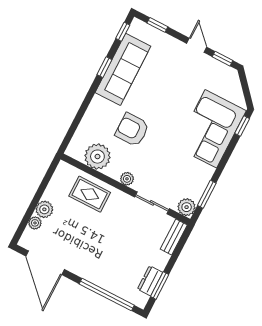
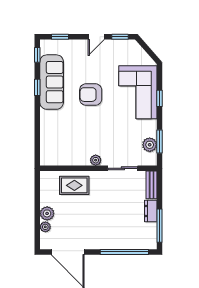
door: (197, 45) -> (96, 37), swing flipped
window: (242, 126) -> (160, 98), moved
armchair: (132, 130) -> (91, 95), moved
plant: (97, 157) -> (66, 155), removed
plant: (187, 207) -> (150, 145), moved
dresser: (150, 281) -> (151, 211), moved
window: (160, 286) -> (160, 226), width x1.44

